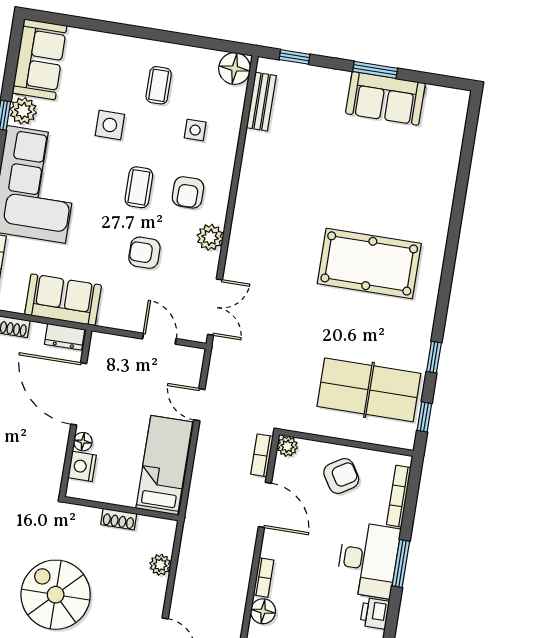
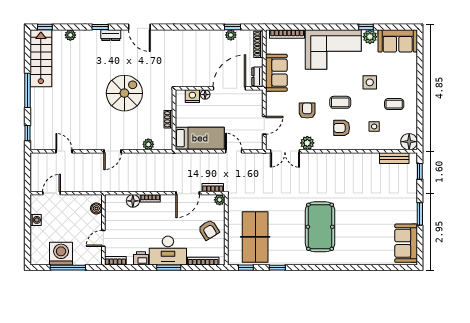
sofa: (385, 98) -> (406, 243), moved
plant: (210, 237) -> (307, 143), moved
door: (199, 405) -> (234, 151), hinge flipped

